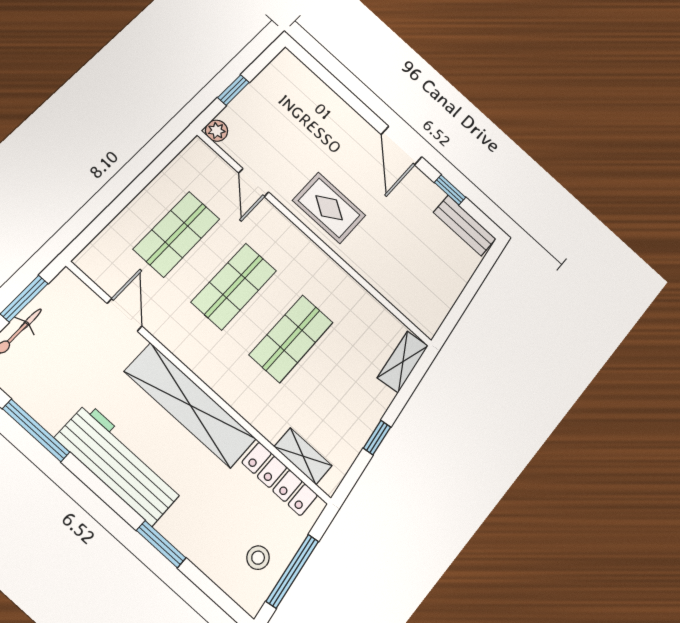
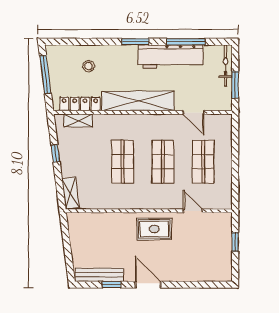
plant: (217, 131) -> (226, 218), removed
bench: (465, 226) -> (99, 275), width x1.36
workbench: (119, 464) -> (171, 57), moved
window: (161, 544) -> (135, 42), moved
stool: (258, 558) -> (89, 66), moved

